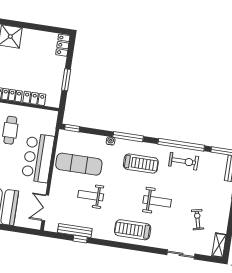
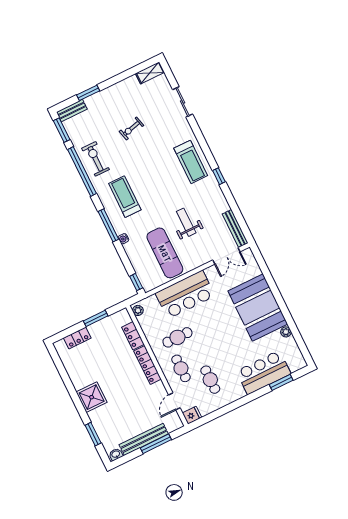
locker: (63, 45) -> (77, 338), moved
plant: (50, 115) -> (138, 310), added
weight bench: (91, 196) -> (186, 222), turned 180
weight bench: (157, 201) -> (149, 158), removed
exercise bike: (198, 220) -> (132, 128), moved
bench: (75, 230) -> (235, 228), moved
window: (80, 239) -> (219, 176), moved

